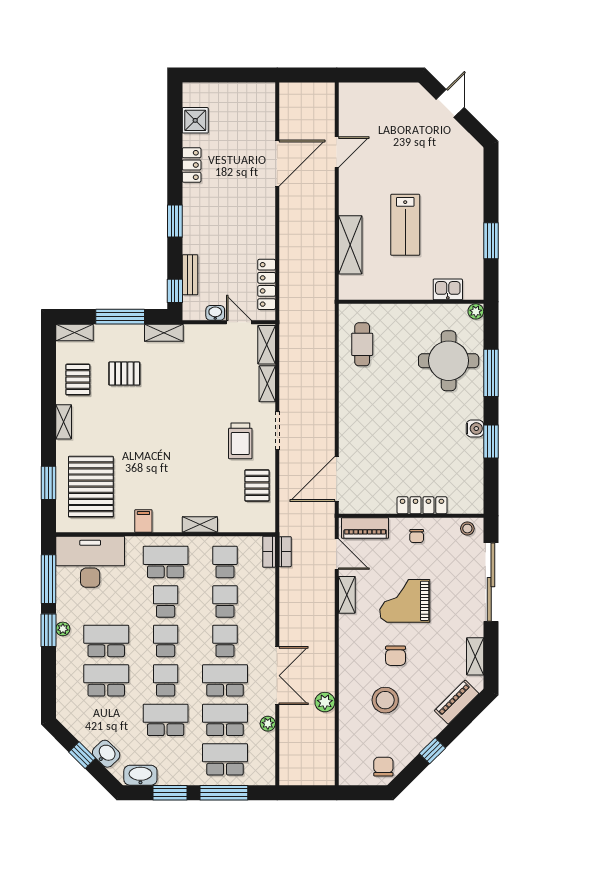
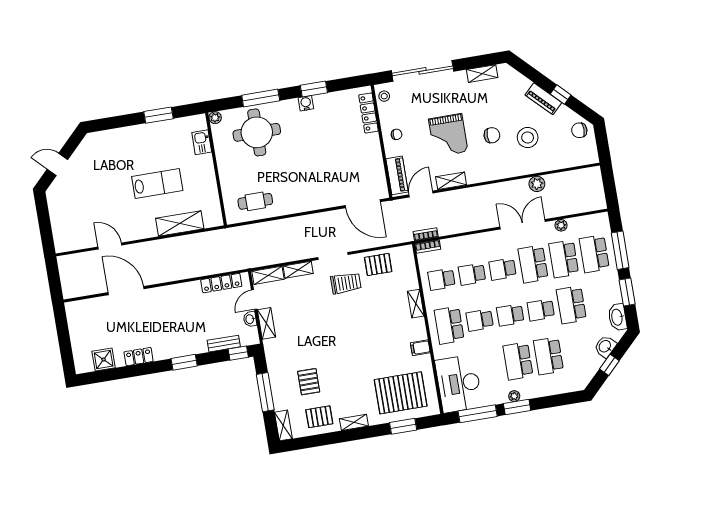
shelving: (164, 333) -> (267, 323), moved
locker: (422, 505) -> (368, 113), moved
piano: (457, 702) -> (543, 99), moved

